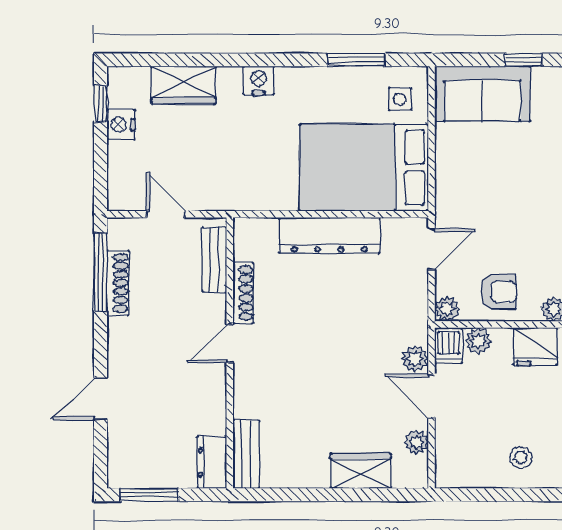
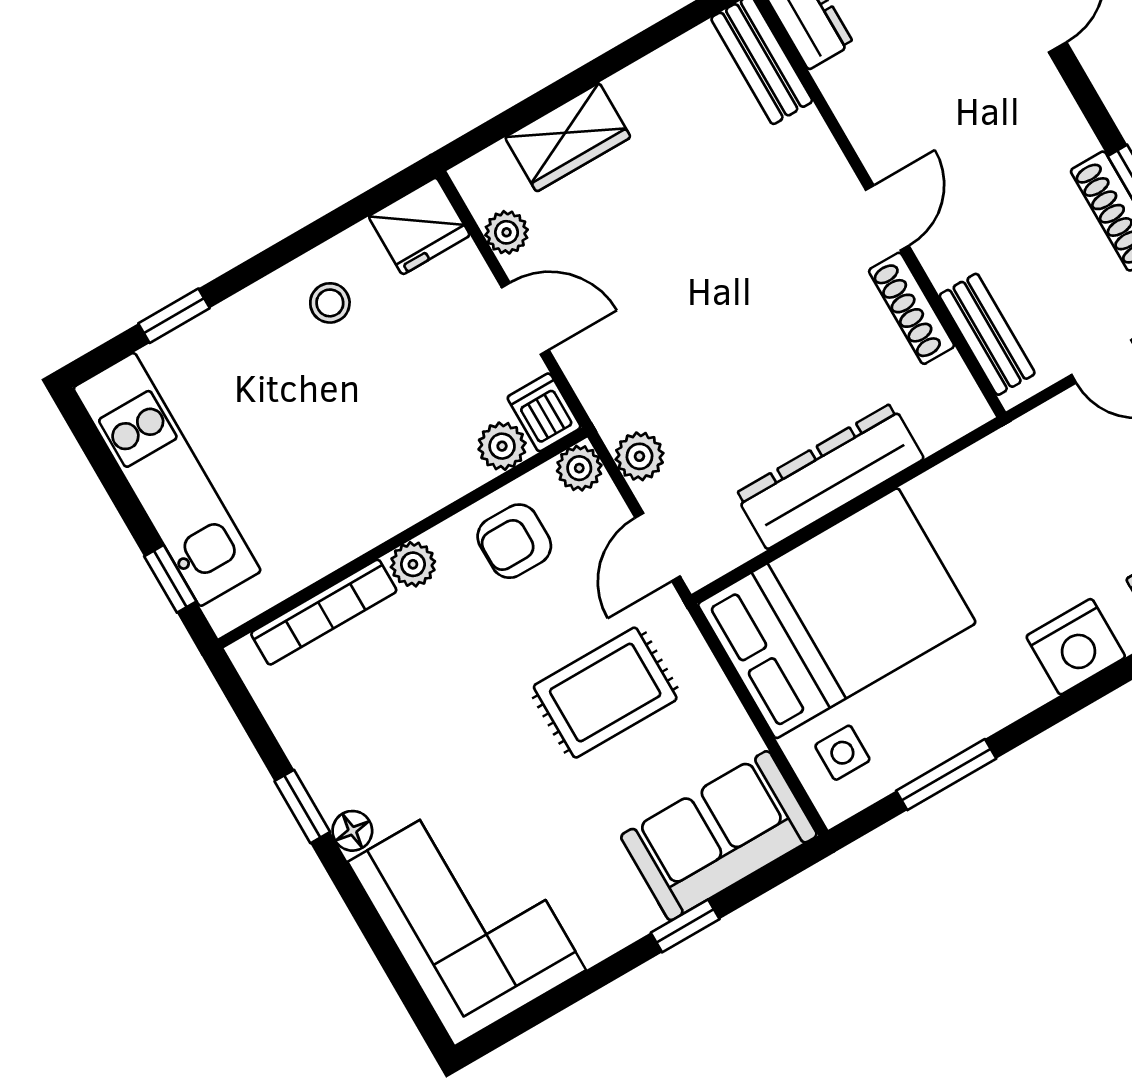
nightstand: (259, 80) -> (1076, 647), width x1.36, depth x1.33
rug: (497, 194) -> (605, 693), added
fridge: (535, 347) -> (419, 226), moved, turned 180
plant: (415, 359) -> (639, 456), moved

